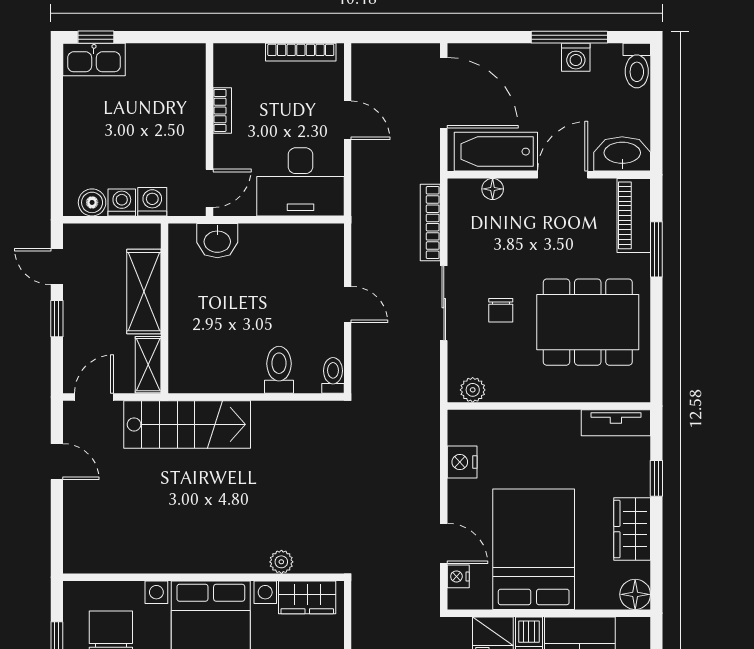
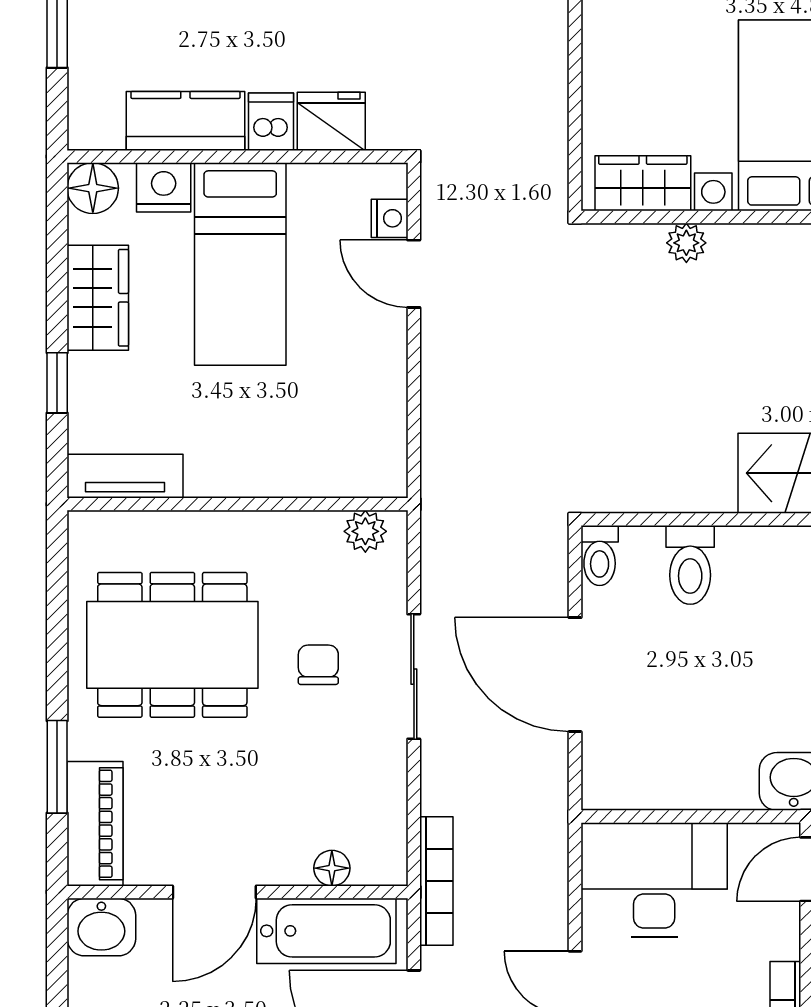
washbasin: (622, 154) -> (101, 927), width x0.72
bookcase: (430, 223) -> (436, 881), moved
door: (348, 304) -> (575, 675), width x1.88
nightstand: (462, 462) -> (164, 187), moved, turned -90
bed: (534, 549) -> (240, 264), width x0.67

